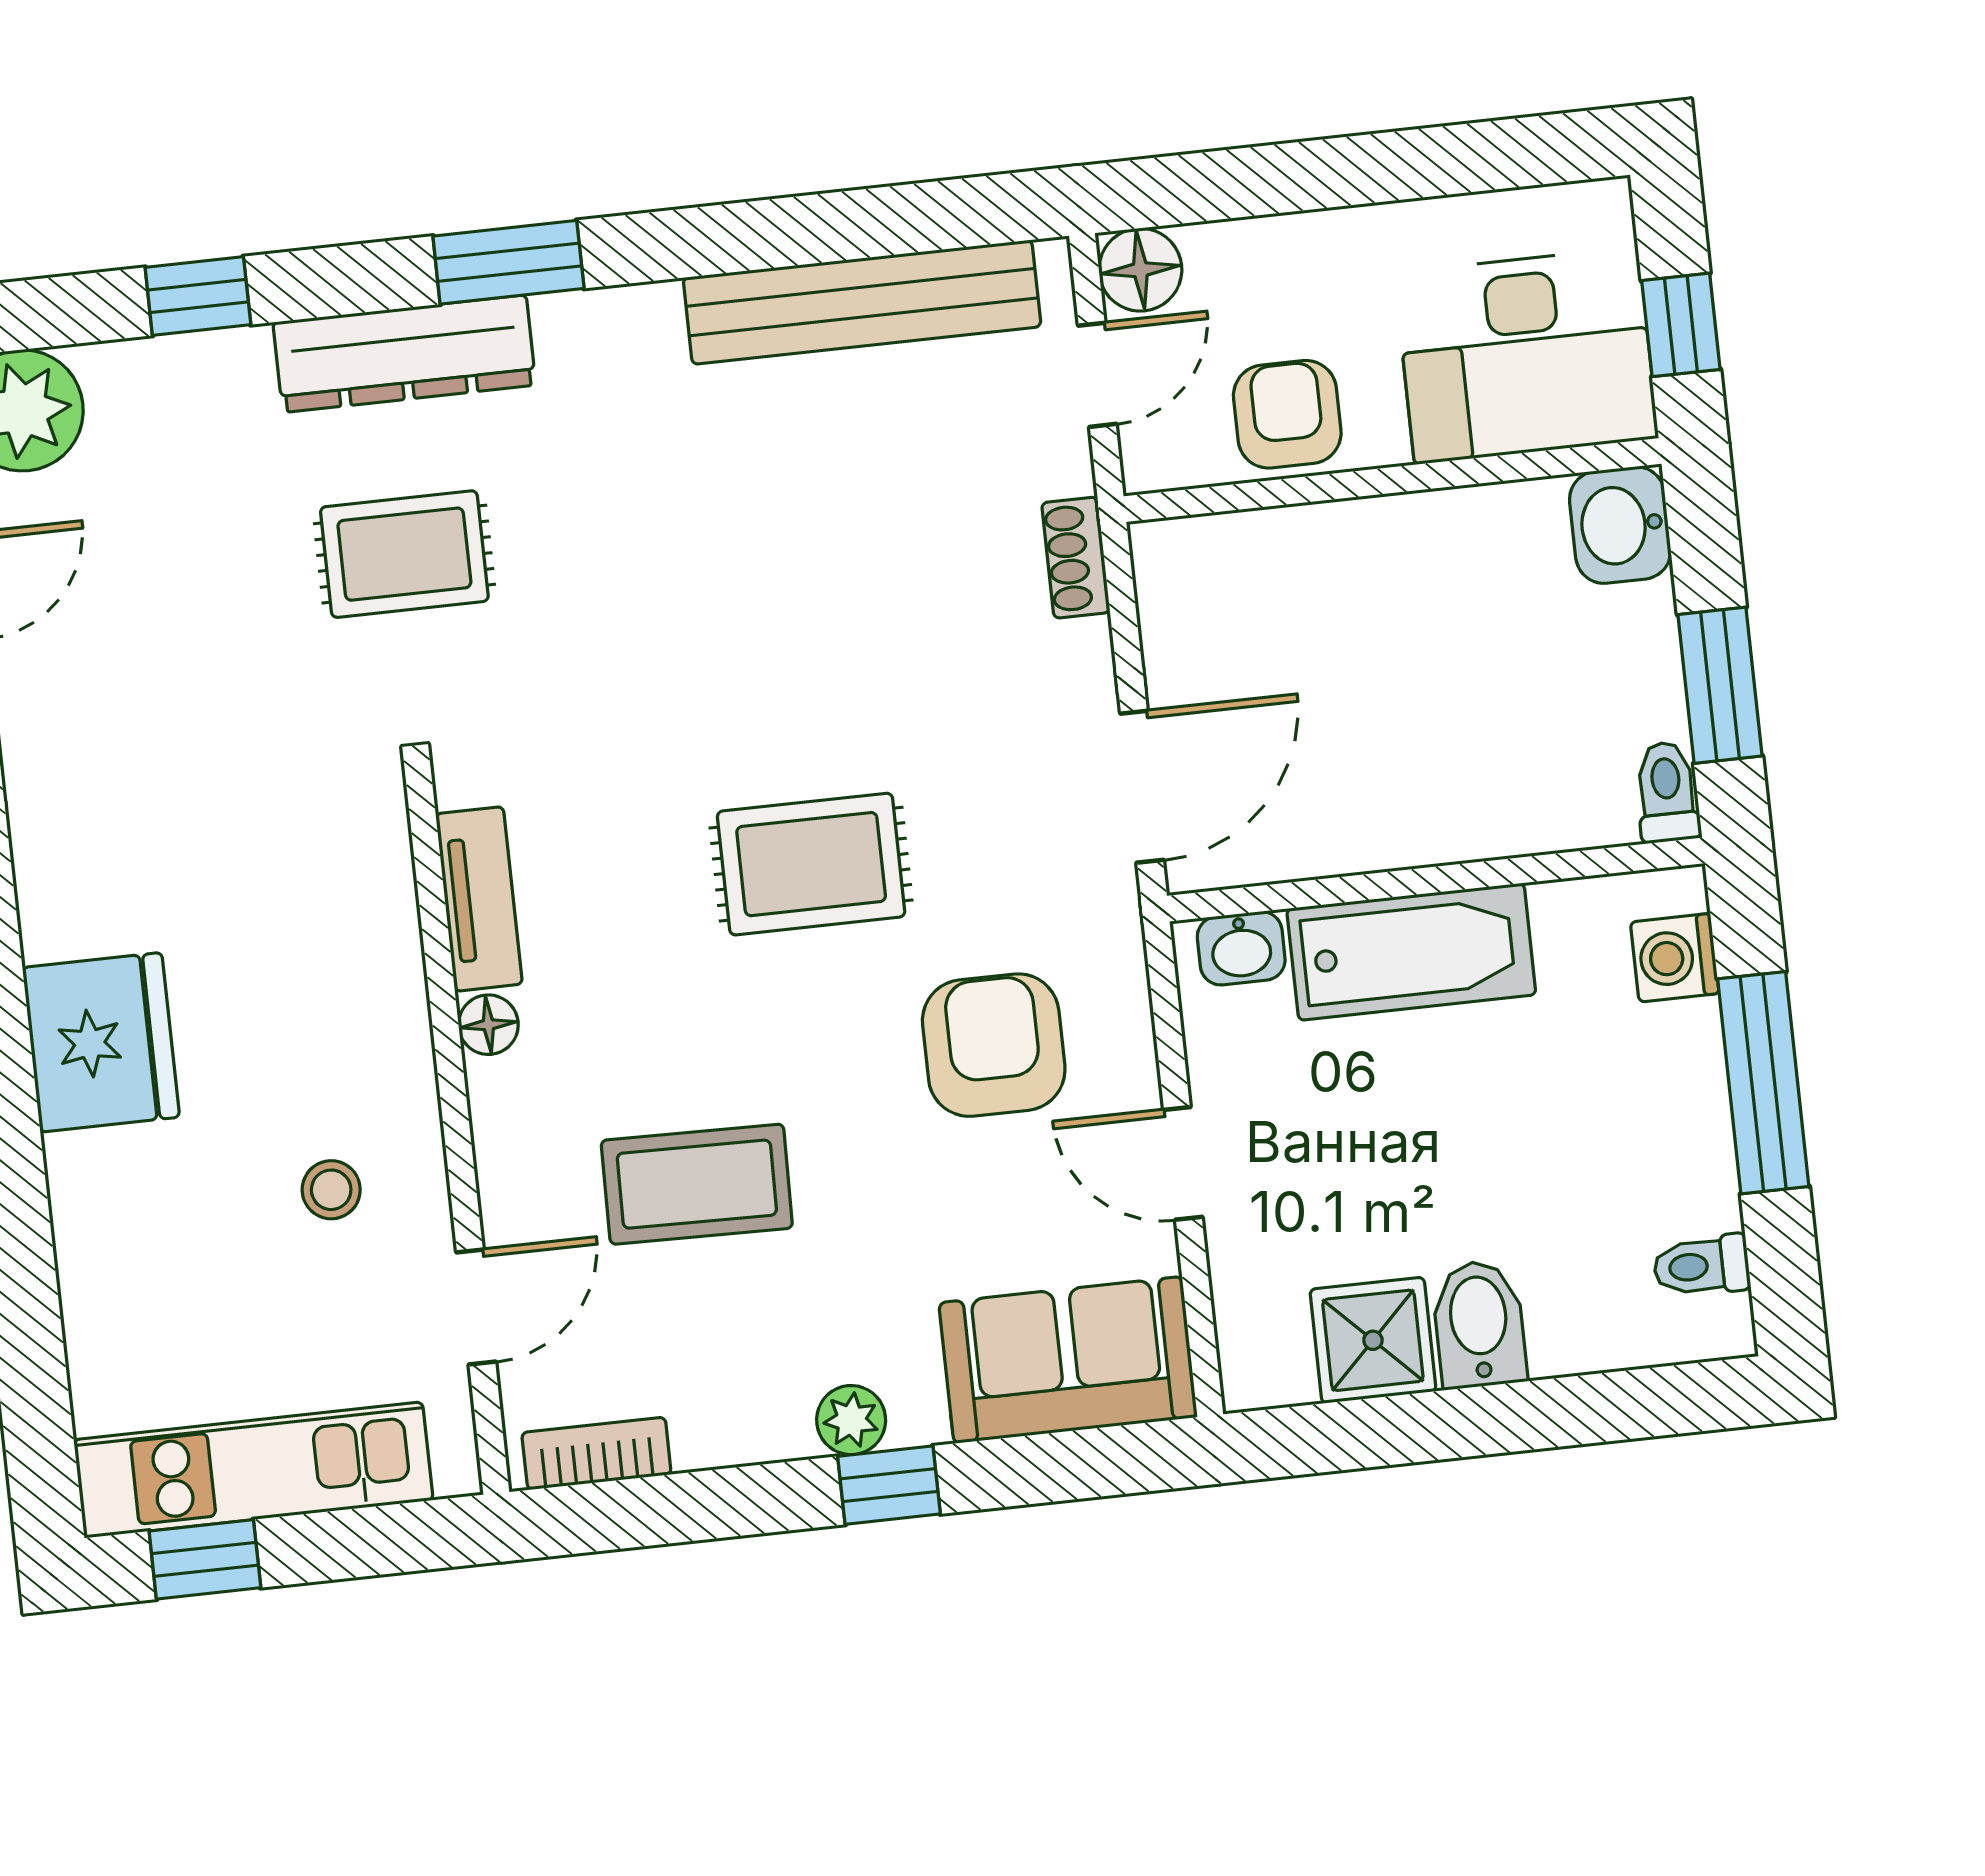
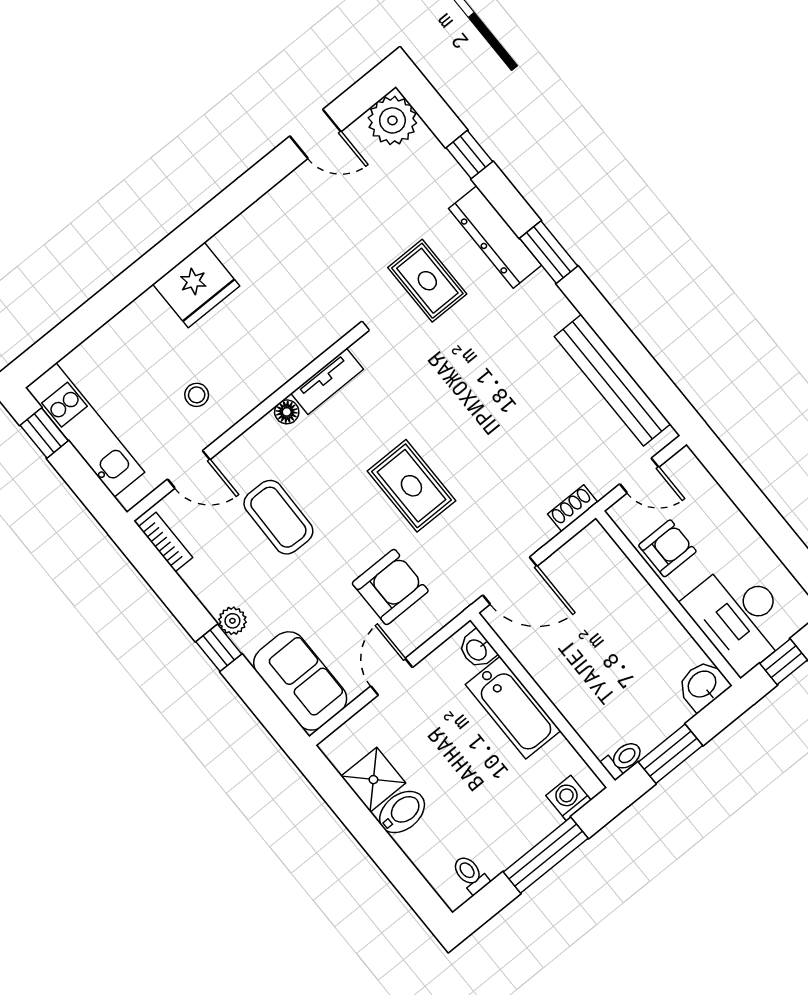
floor lamp: (1140, 270) -> (684, 467), removed

